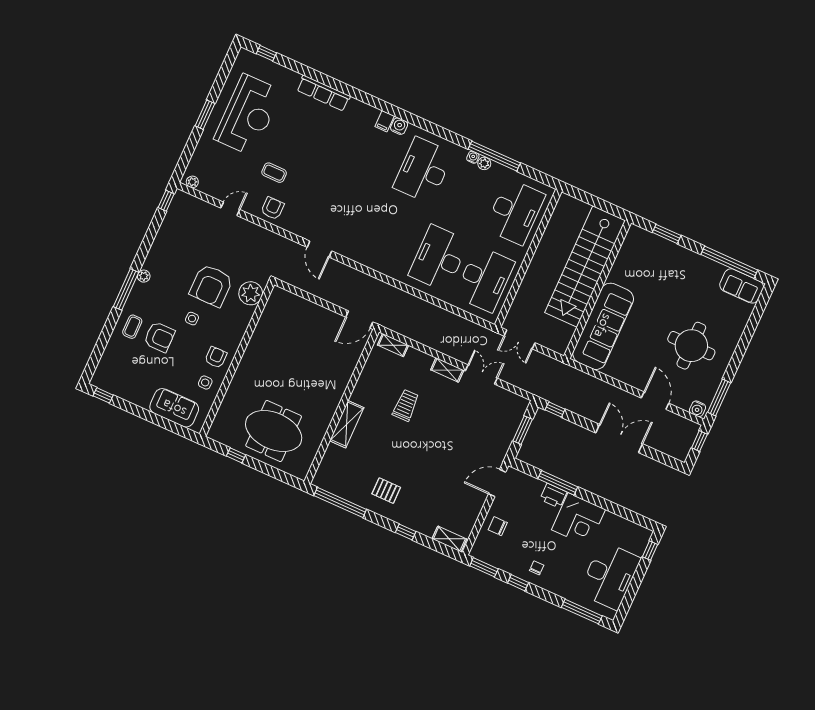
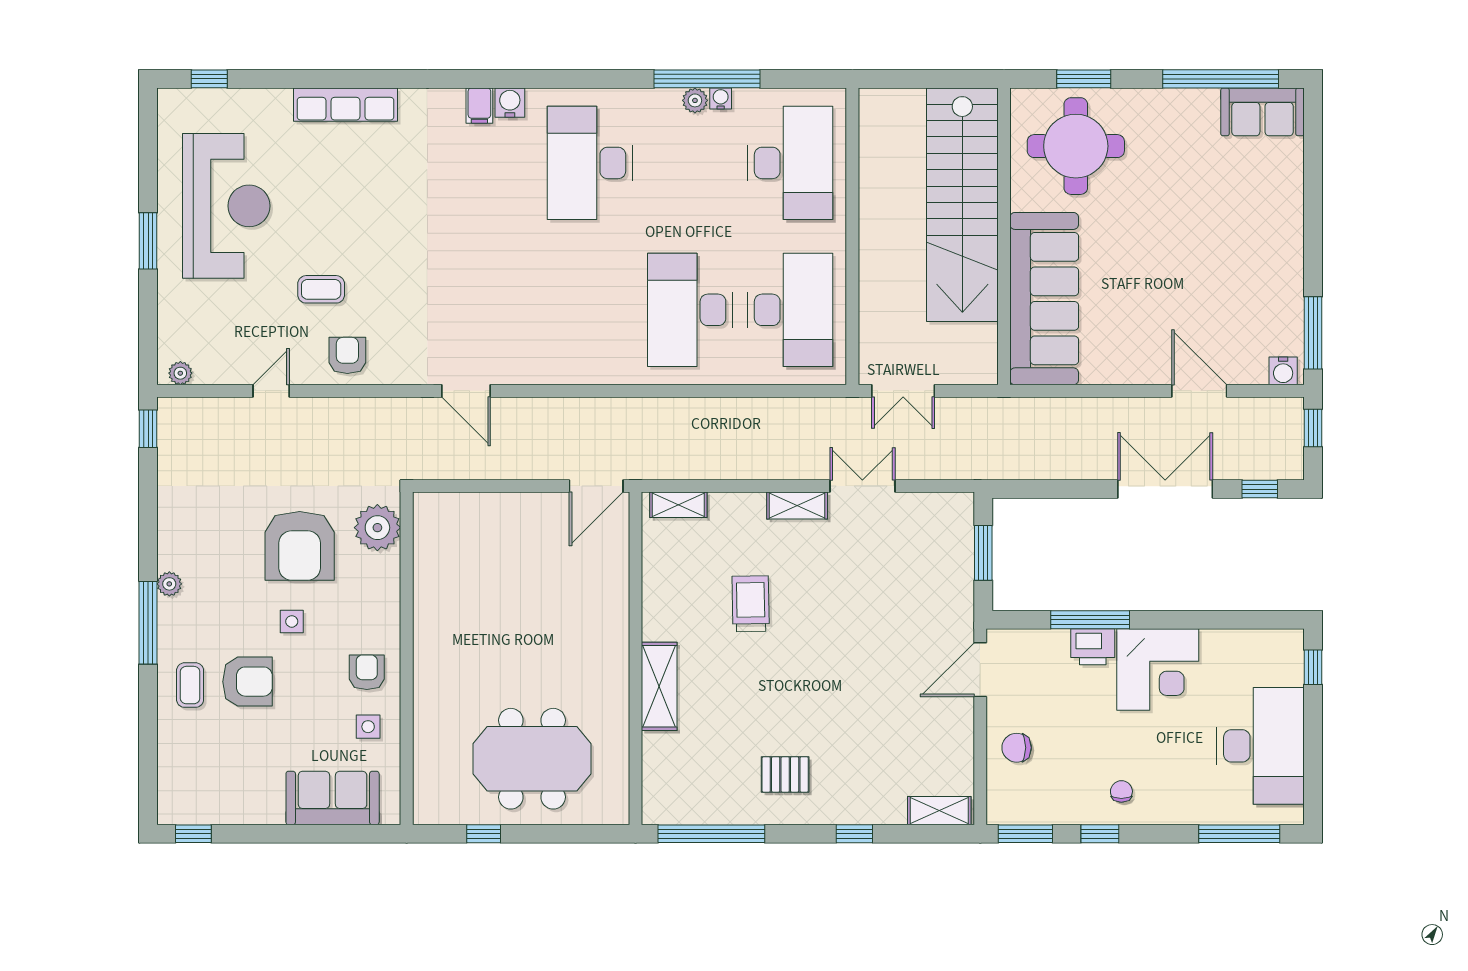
water cooler: (473, 157) -> (721, 99), moved
round table: (691, 346) -> (1076, 146), moved
window: (555, 410) -> (1260, 489), moved

